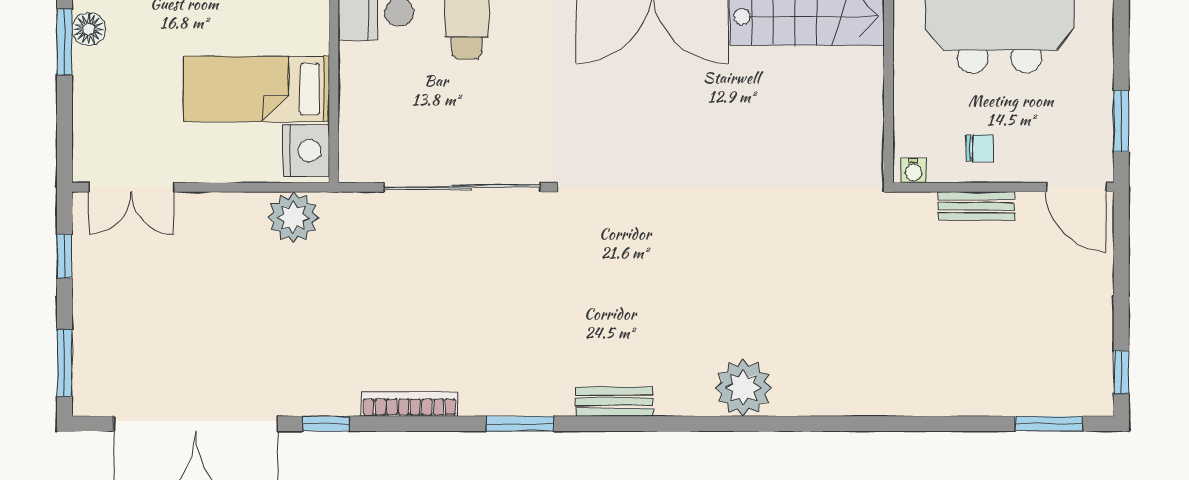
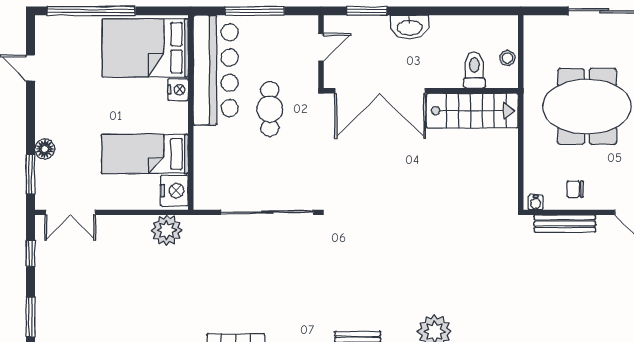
floor lamp: (89, 29) -> (45, 149), moved
window: (64, 42) -> (31, 174), moved
chair: (980, 148) -> (575, 189), turned 180
bench: (976, 206) -> (565, 224), width x1.36

